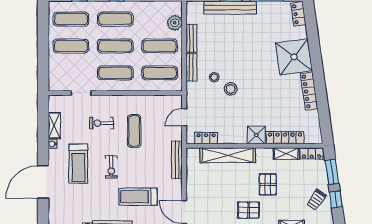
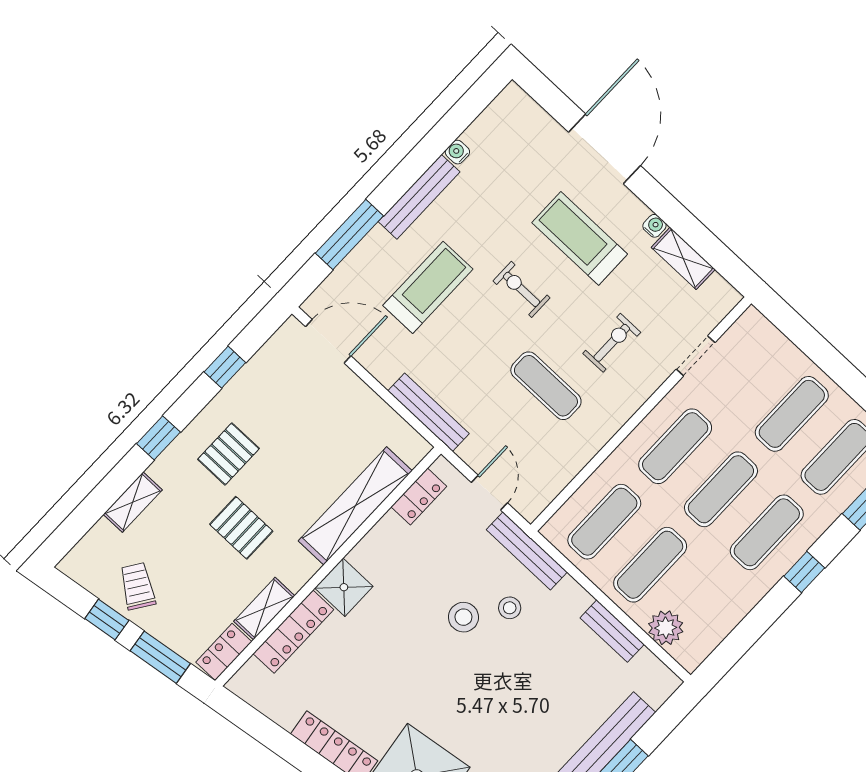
bench: (191, 67) -> (527, 551), moved, width x1.36

